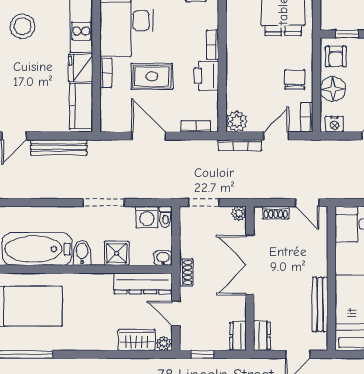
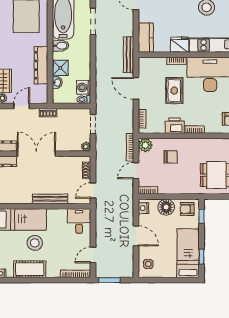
chair: (295, 80) -> (171, 157), moved
kitchen counter: (81, 106) -> (146, 38), moved, turned 90
door: (148, 136) -> (136, 88), swing flipped
door: (276, 136) -> (136, 171), swing flipped
bench: (59, 147) -> (129, 55), moved
doorway: (103, 203) -> (93, 21), moved
washbasin: (163, 258) -> (57, 82), moved
double door: (250, 265) -> (36, 154), moved
dresser: (143, 283) -> (41, 65), moved
bench: (320, 304) -> (50, 199), moved

